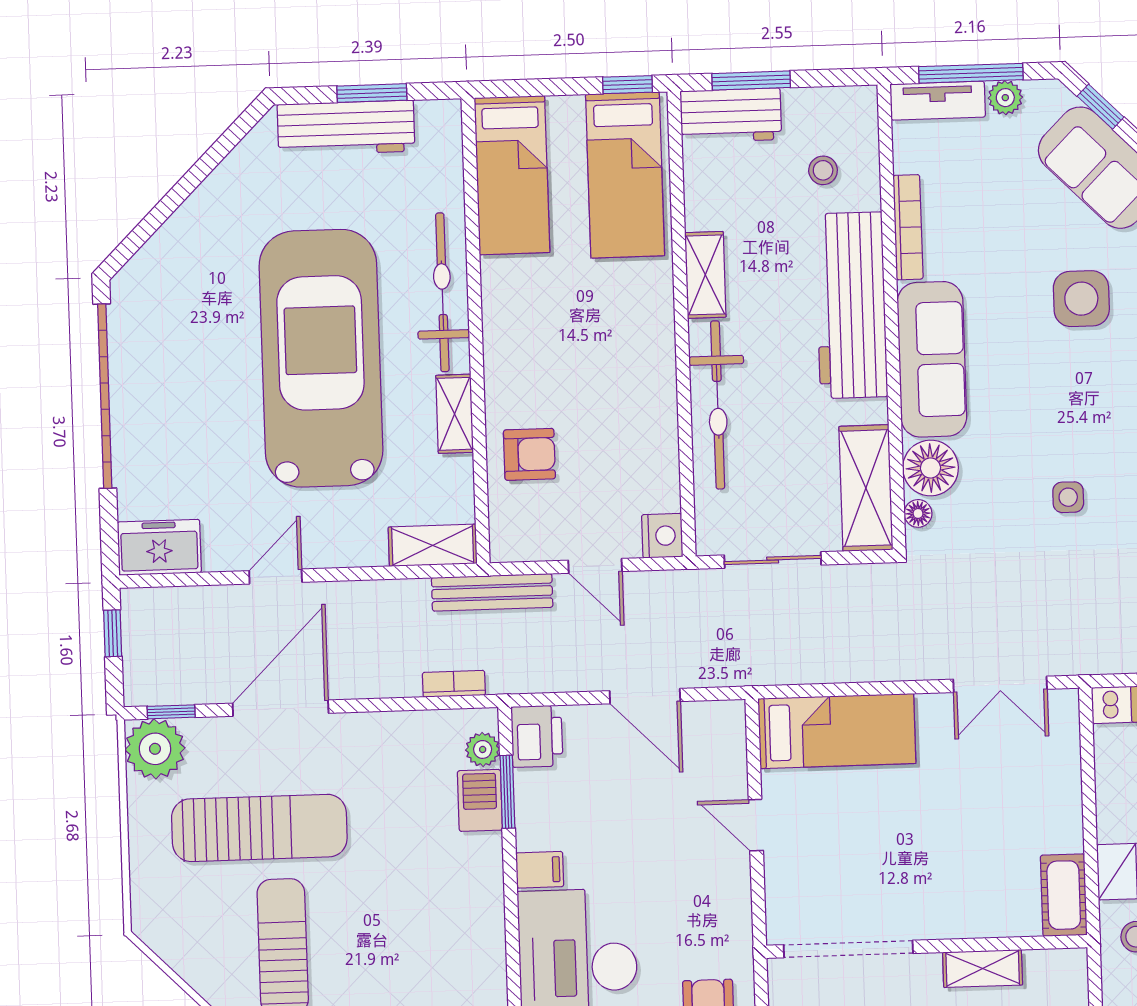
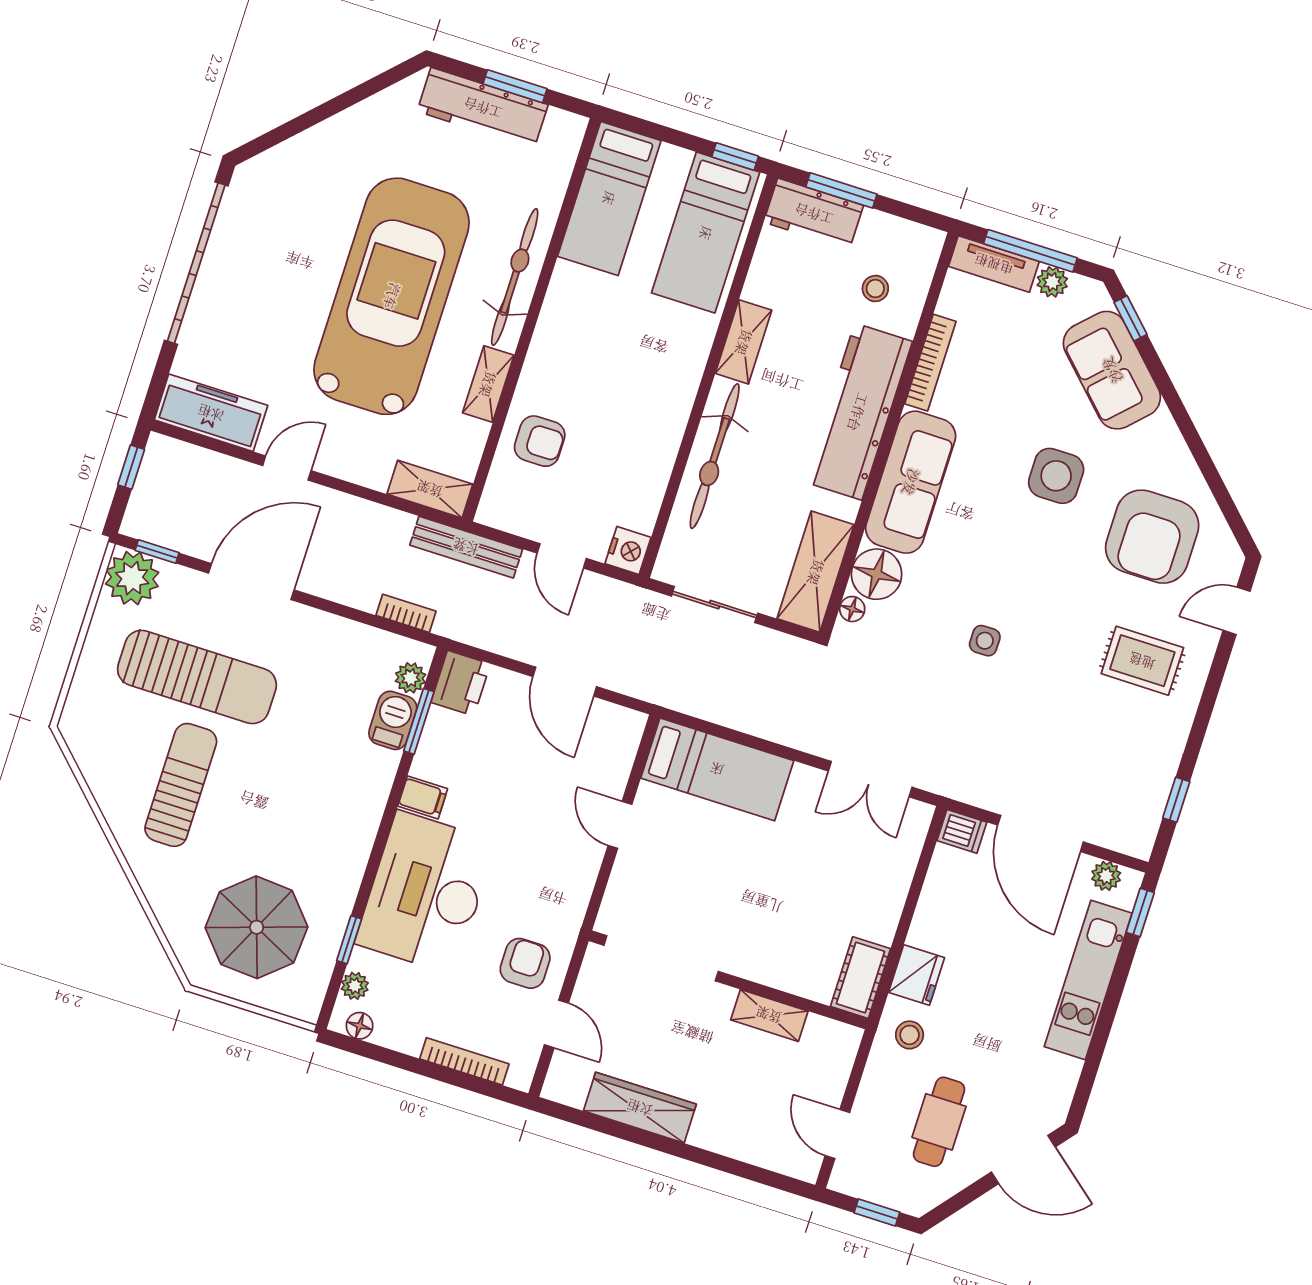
freezer: (159, 547) -> (211, 413), width x1.40

